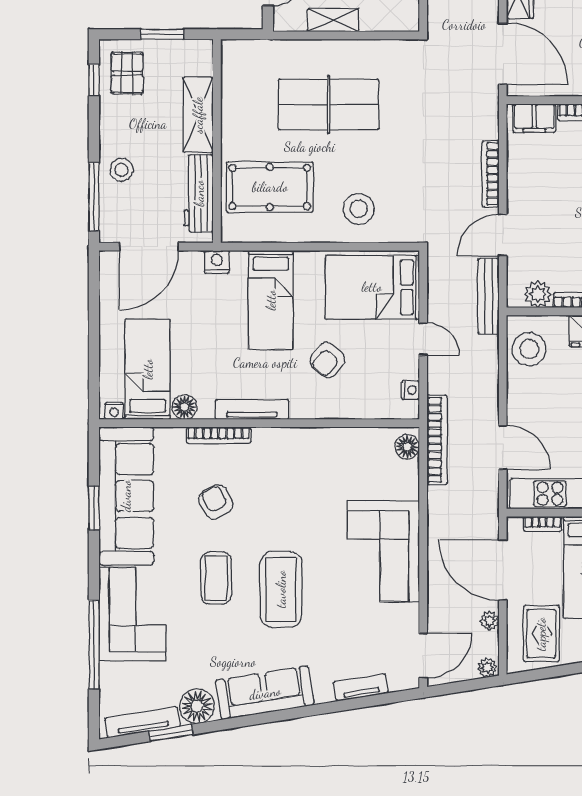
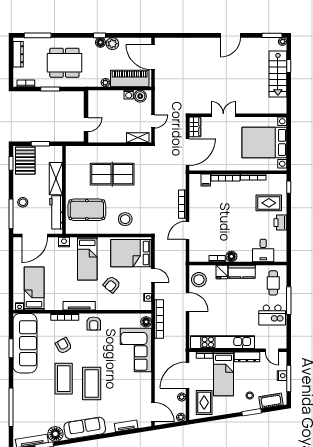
shelving: (333, 20) -> (138, 138), moved
door: (503, 54) -> (187, 152), hinge flipped
pallet: (127, 73) -> (25, 161), width x1.50, depth x1.42
filing cabinet: (534, 118) -> (206, 180), width x0.50
plant: (538, 294) -> (203, 256), removed
bench: (488, 296) -> (181, 257), removed
floor lamp: (184, 407) -> (50, 305), removed
door: (503, 448) -> (187, 302), moved
armchair: (286, 451) -> (94, 324), added
corner sofa: (383, 551) -> (136, 350), moved
door: (503, 570) -> (187, 375), hinge flipped
coffee table: (216, 578) -> (64, 379), width x1.36, depth x1.32
corner sofa: (132, 614) -> (27, 394), removed
door: (423, 656) -> (153, 412), hinge flipped

